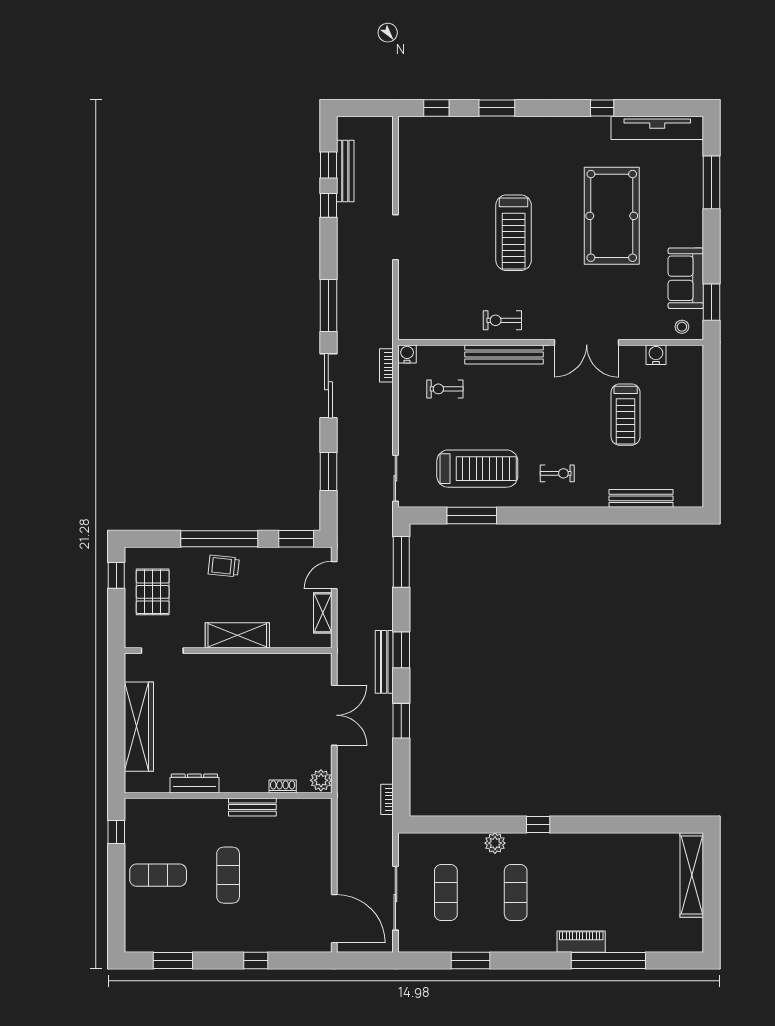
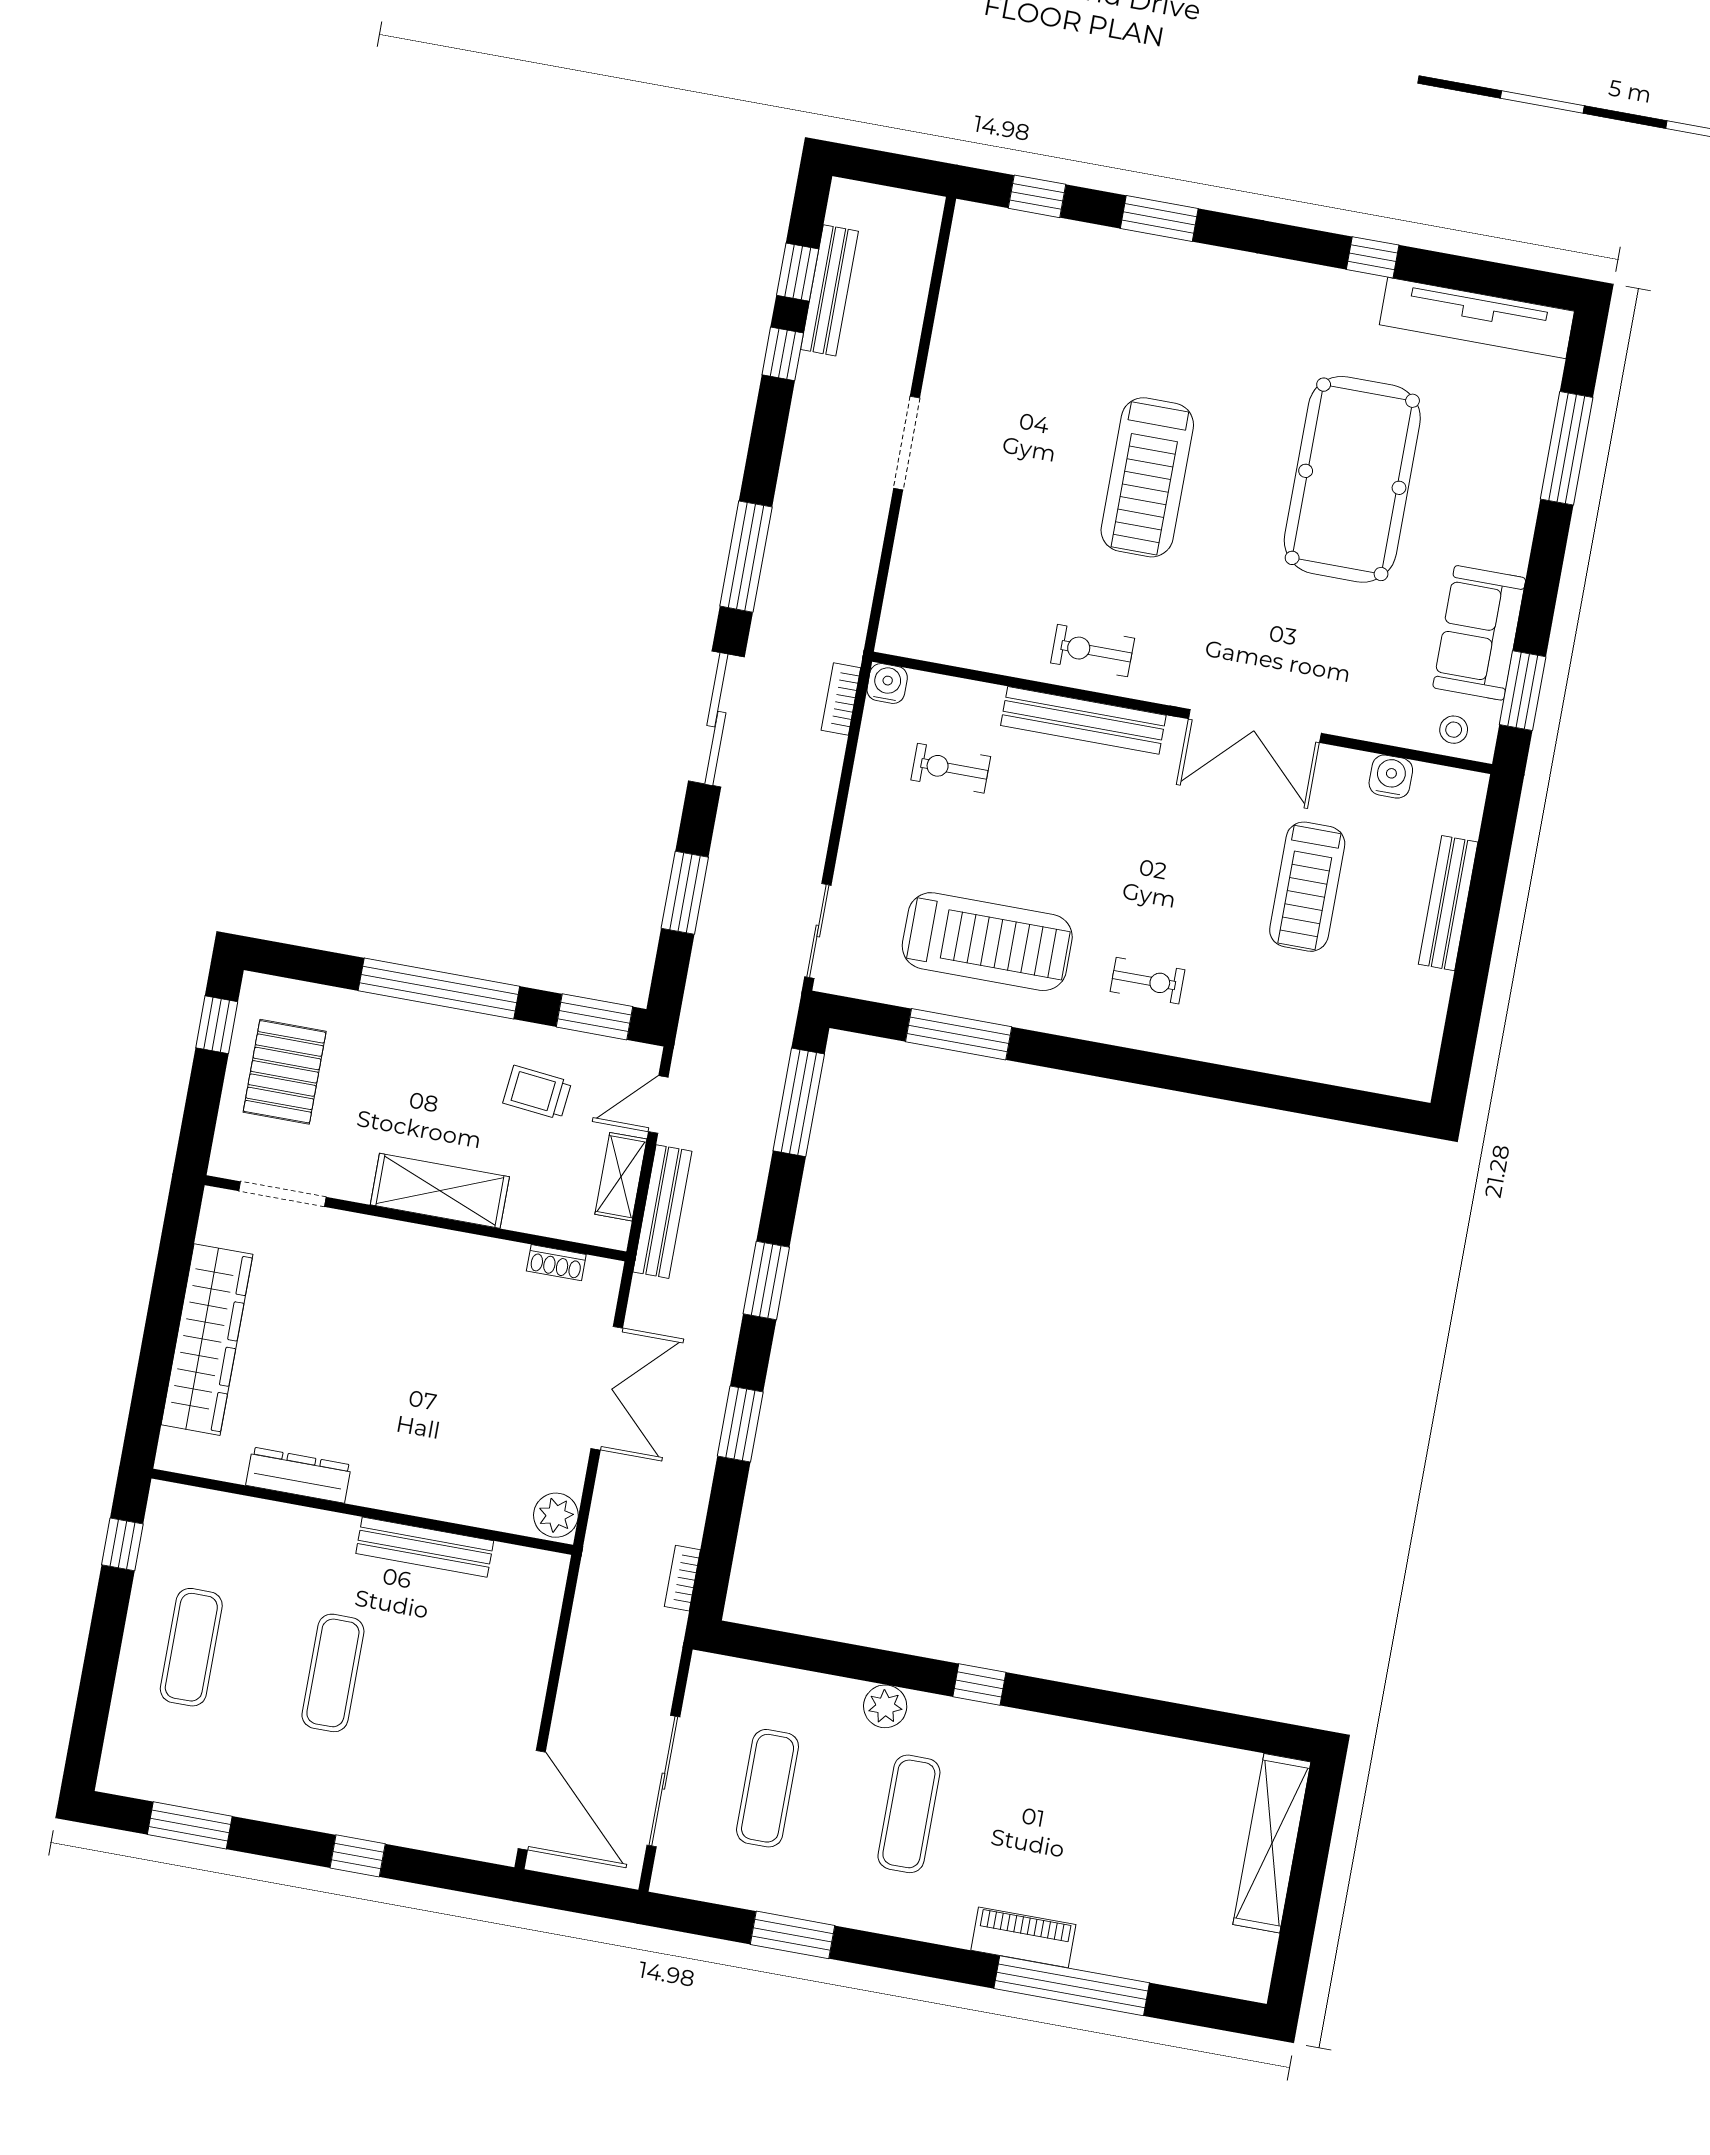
bench: (641, 498) -> (1448, 903), moved, turned 90
trolley: (224, 566) -> (537, 1092), moved
bench: (384, 662) -> (662, 1212), moved
shoe rack: (283, 786) -> (556, 1263), moved, turned 180
bench: (252, 807) -> (425, 1547), width x1.36
exercise mat: (158, 875) -> (191, 1647), turned 90

